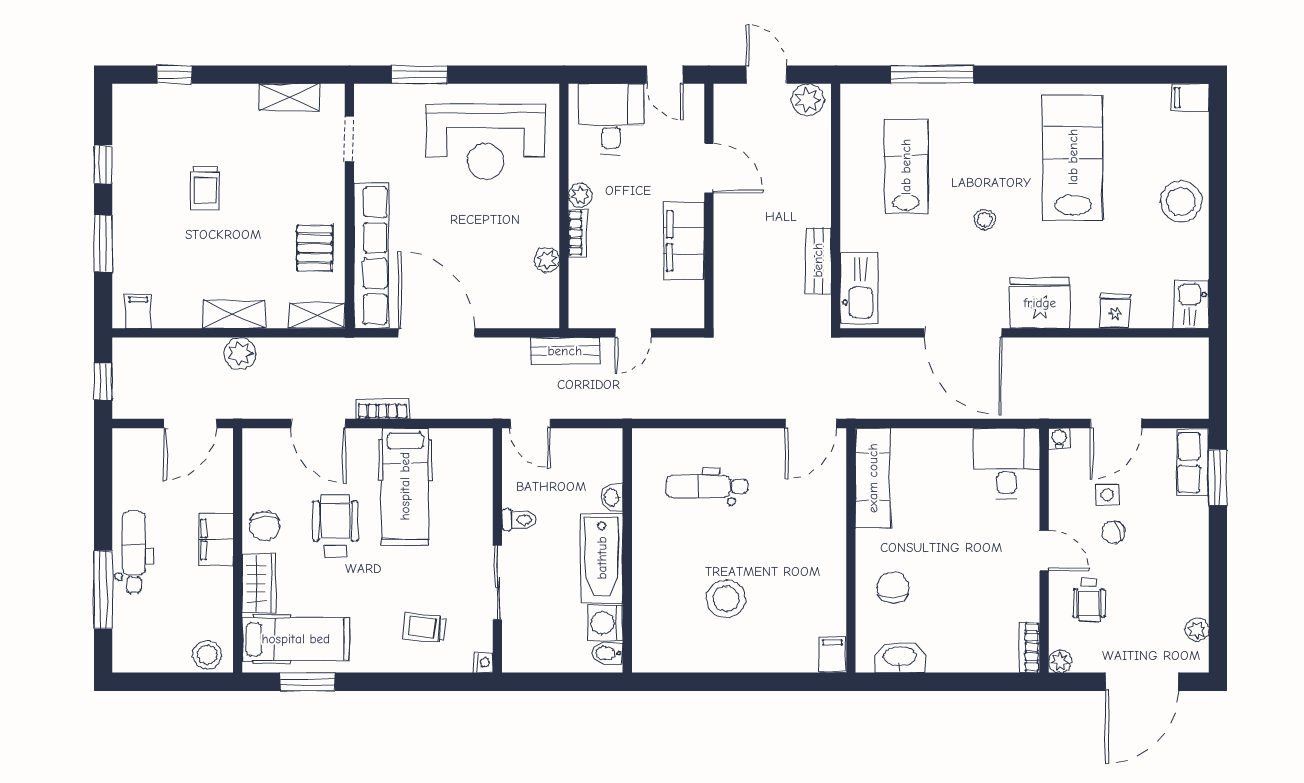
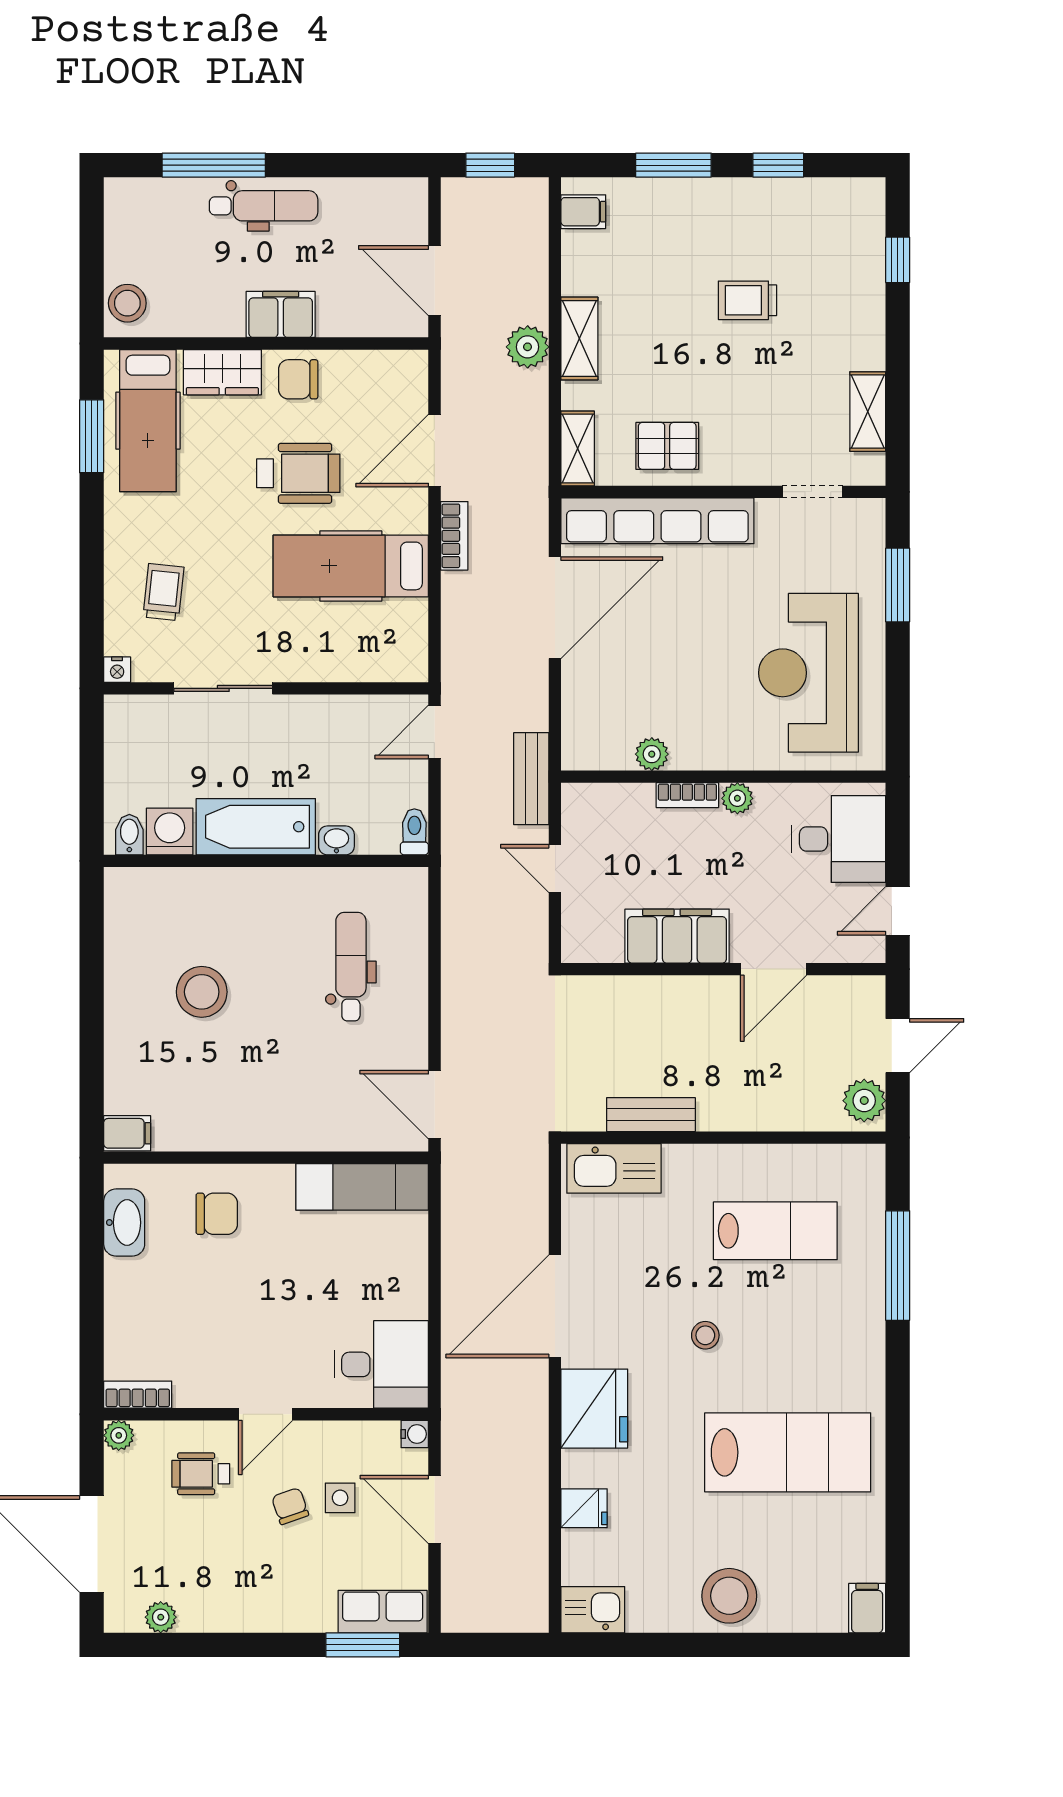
toilet: (519, 520) -> (414, 832), moved, turned 180

